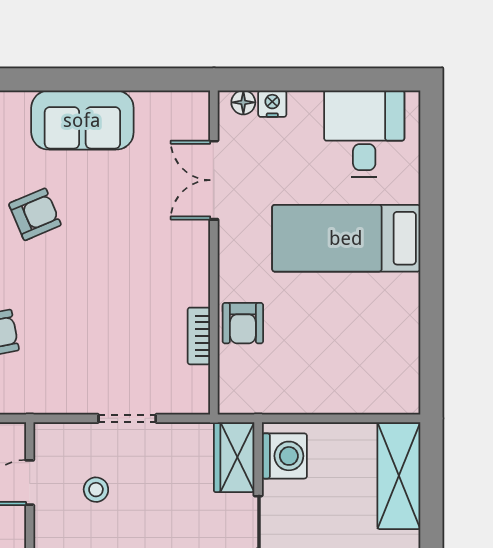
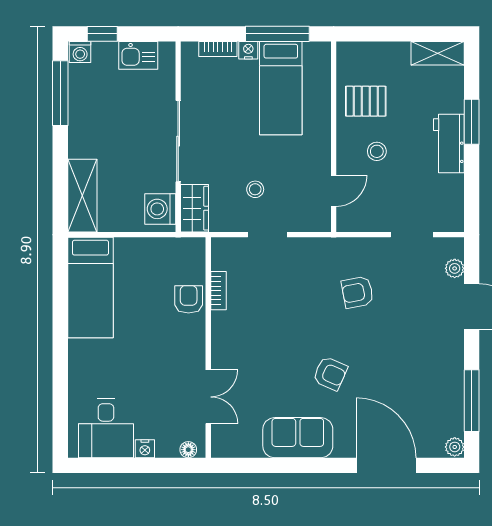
nightstand: (272, 104) -> (145, 449), moved
armchair: (35, 214) -> (330, 373), turned -133
bed: (346, 238) -> (90, 287), moved, turned 90
stool: (96, 490) -> (255, 189), moved

